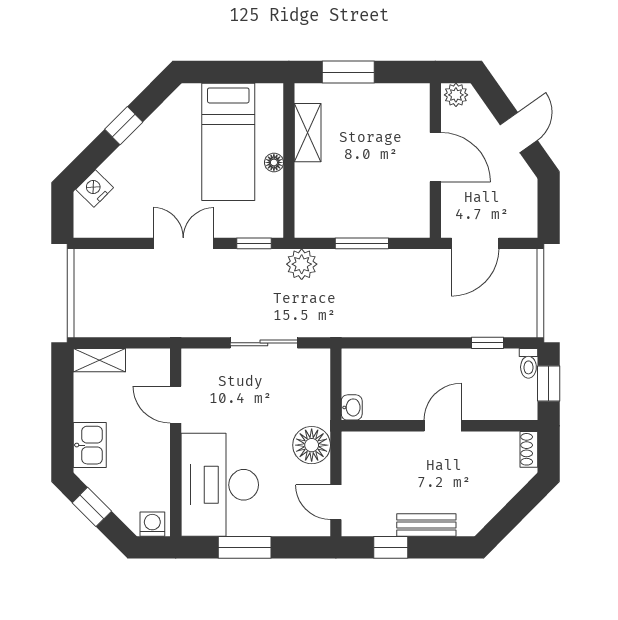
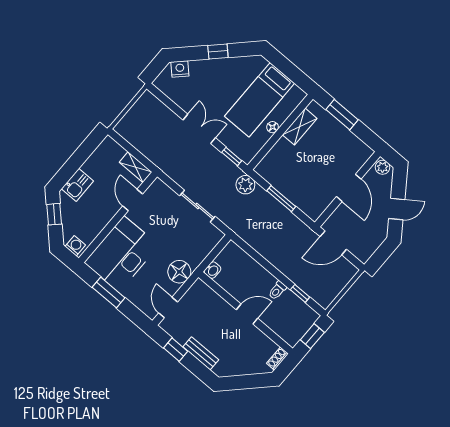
shelving: (99, 360) -> (136, 167), moved
toilet: (528, 363) -> (277, 290), moved

